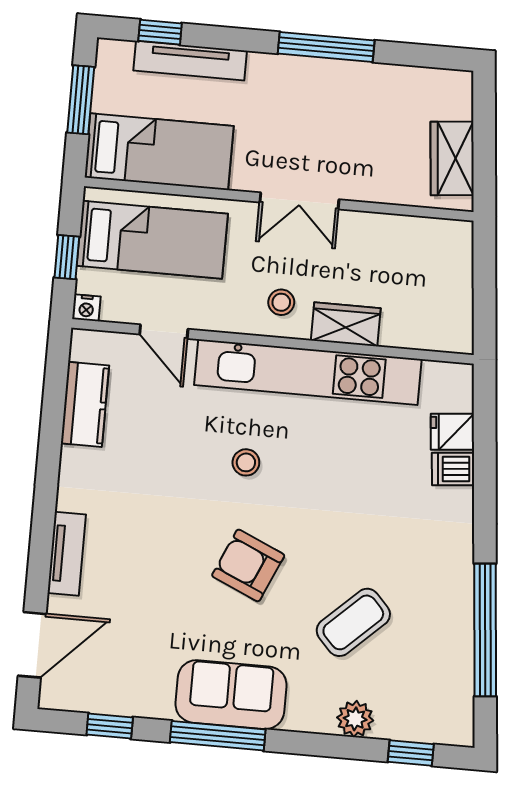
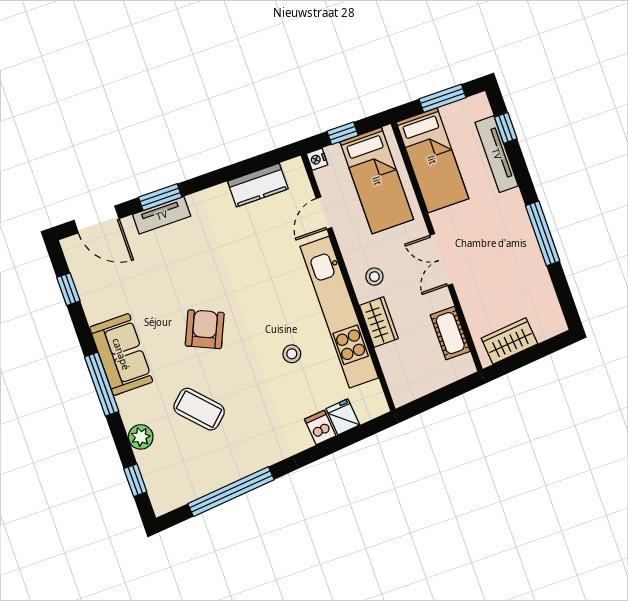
cot: (405, 234) -> (450, 333), added
stool: (246, 462) -> (292, 354), moved
window: (41, 545) -> (160, 197), added
window: (218, 736) -> (102, 384), moved

